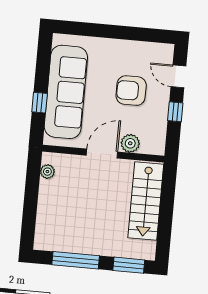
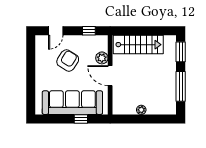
armchair: (131, 91) -> (68, 61), turned -148
window: (175, 112) -> (89, 31), moved
plant: (47, 172) -> (141, 110), moved

